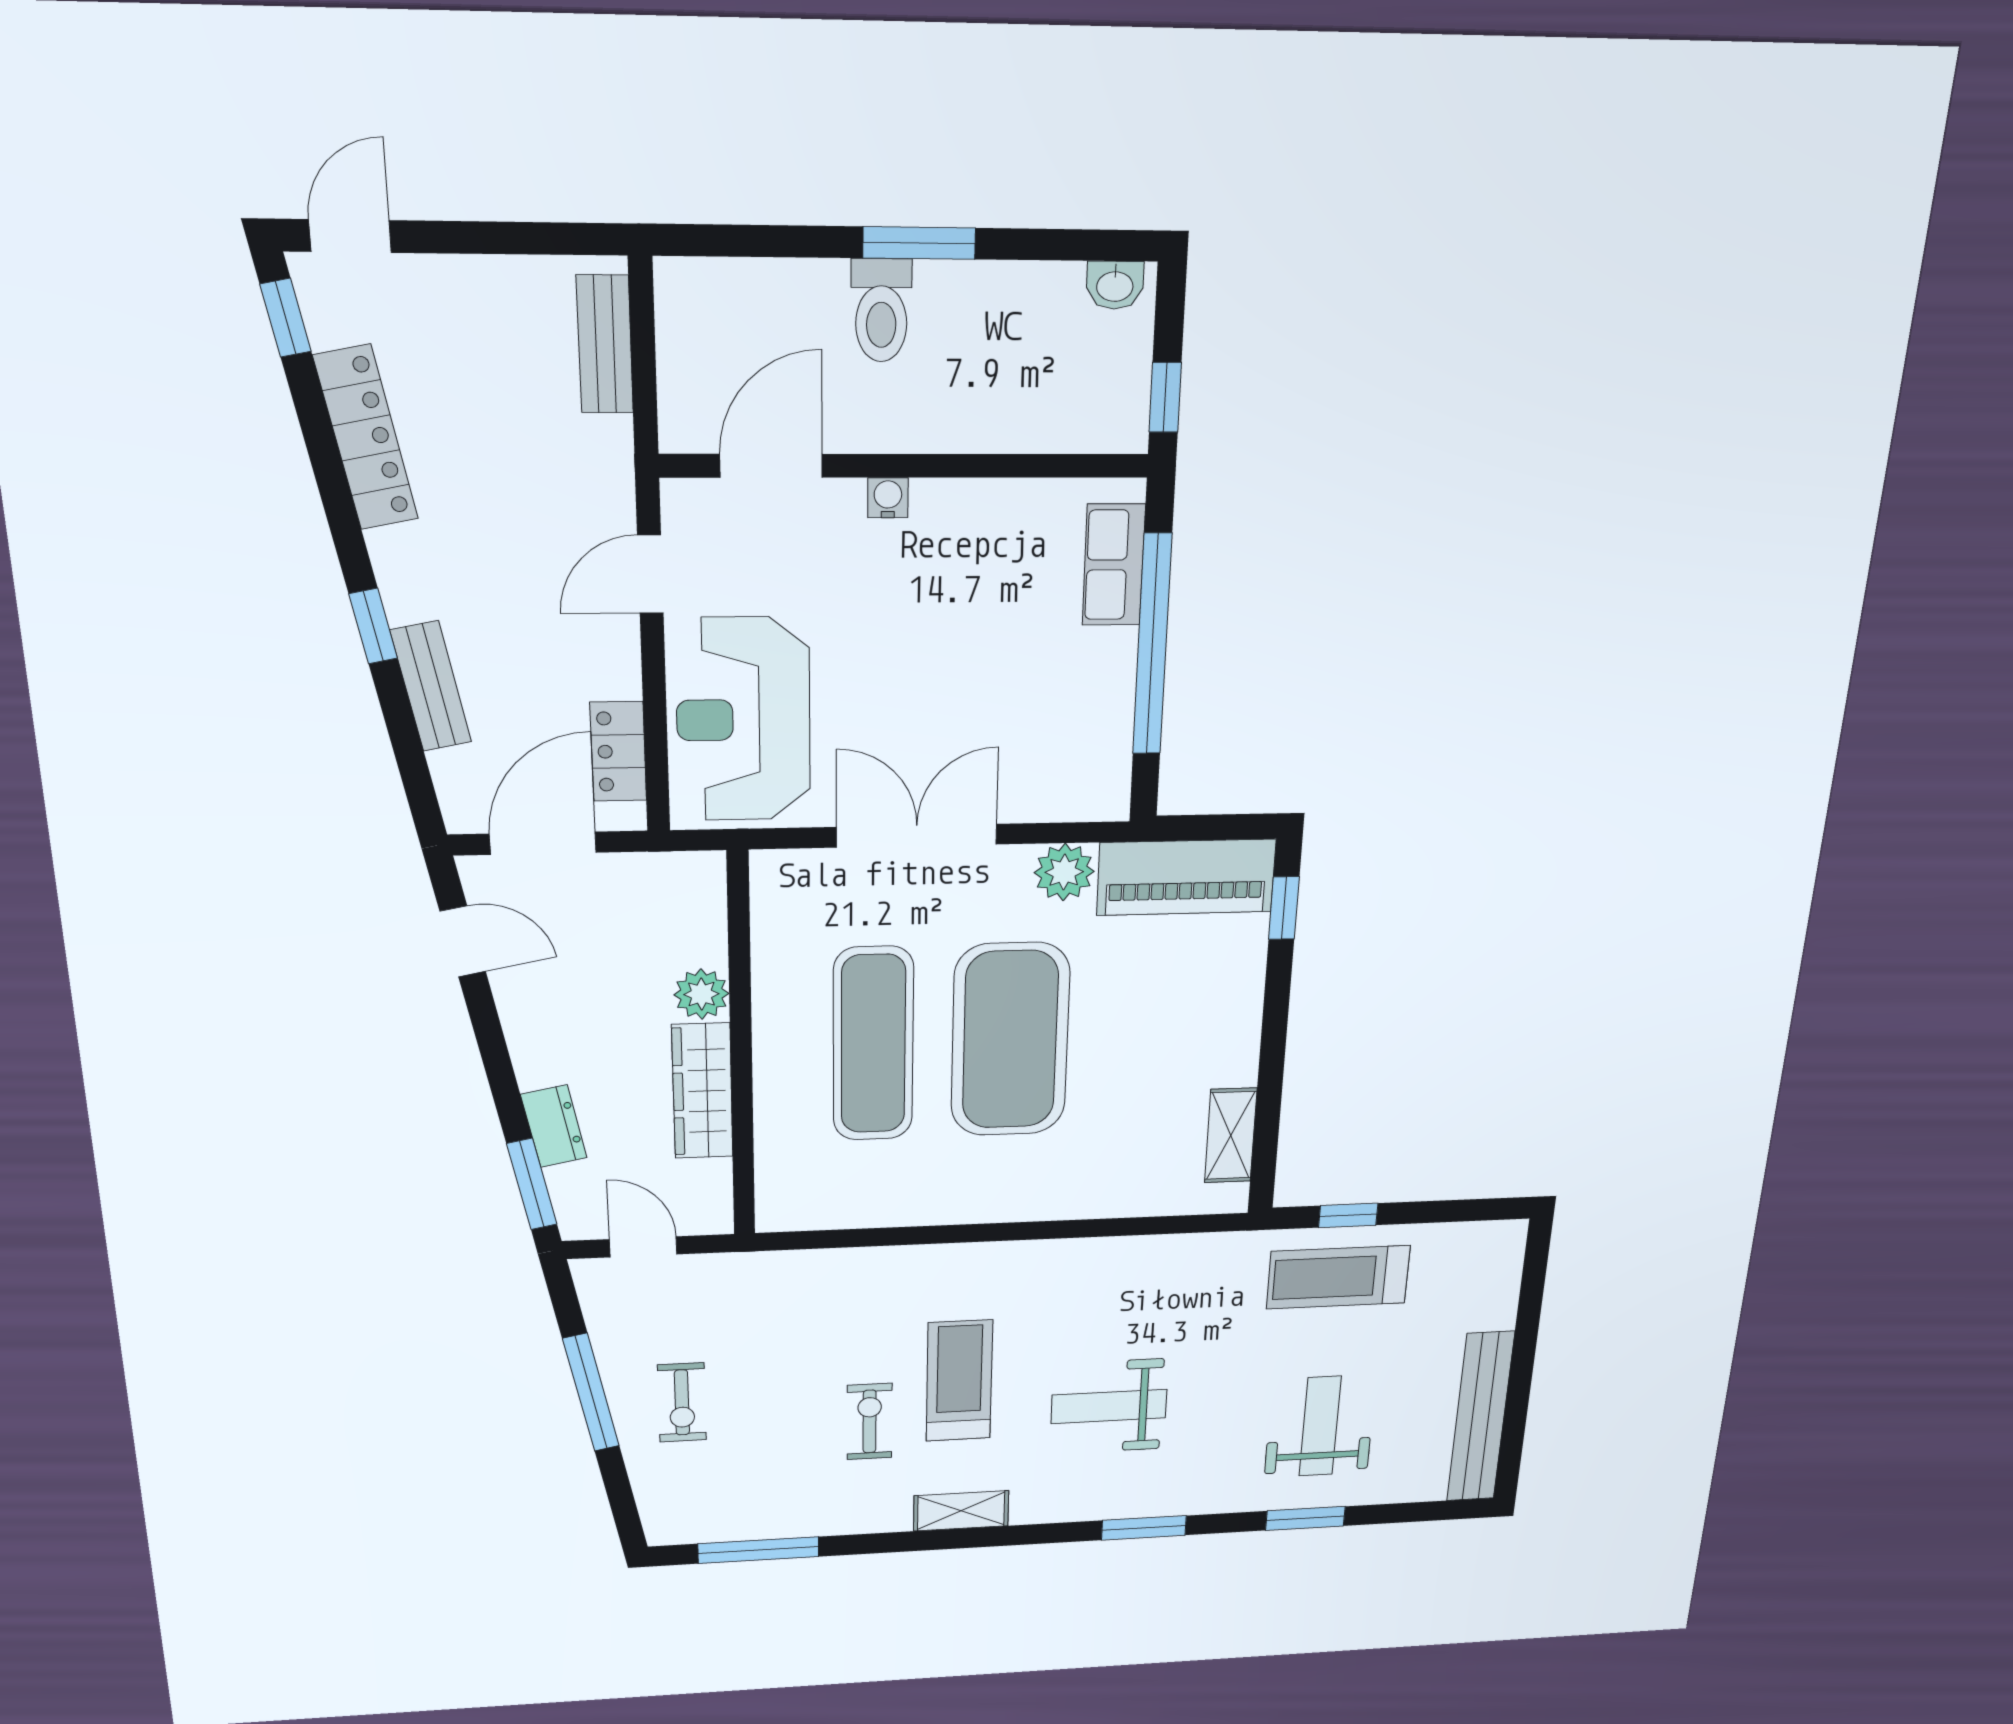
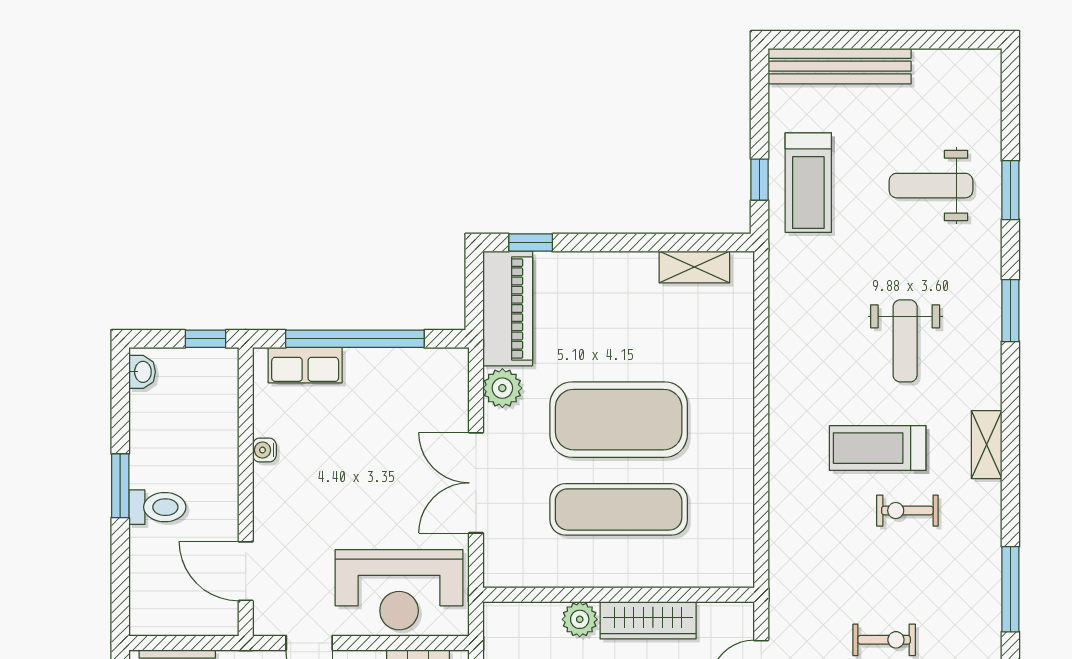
water cooler: (888, 498) -> (264, 450), moved
bench: (1480, 1417) -> (840, 66), moved

